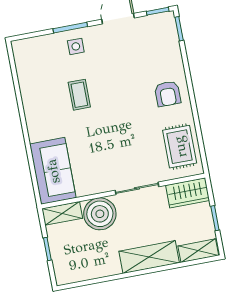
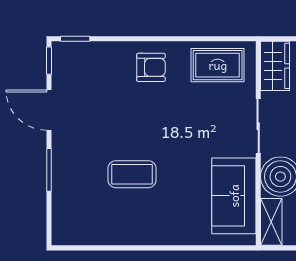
side table: (76, 46) -> (73, 167), removed
coffee table: (79, 95) -> (132, 174), width x1.36, depth x1.30
sofa: (53, 171) -> (234, 196), moved, turned -90

